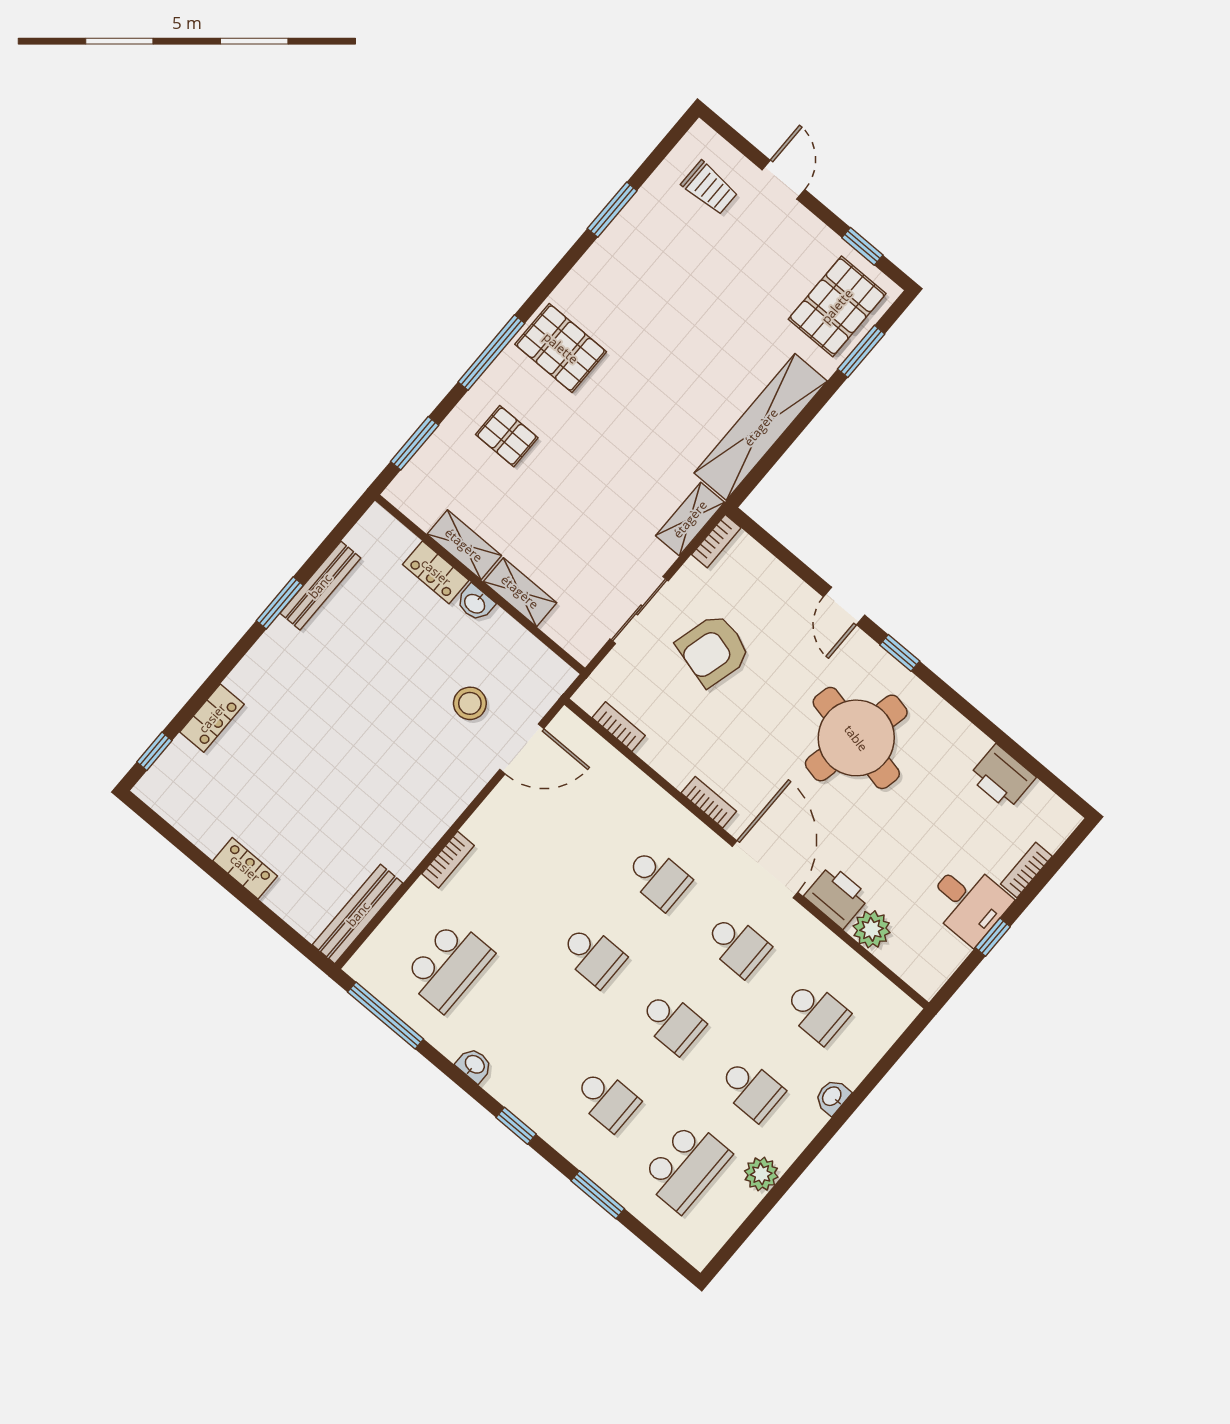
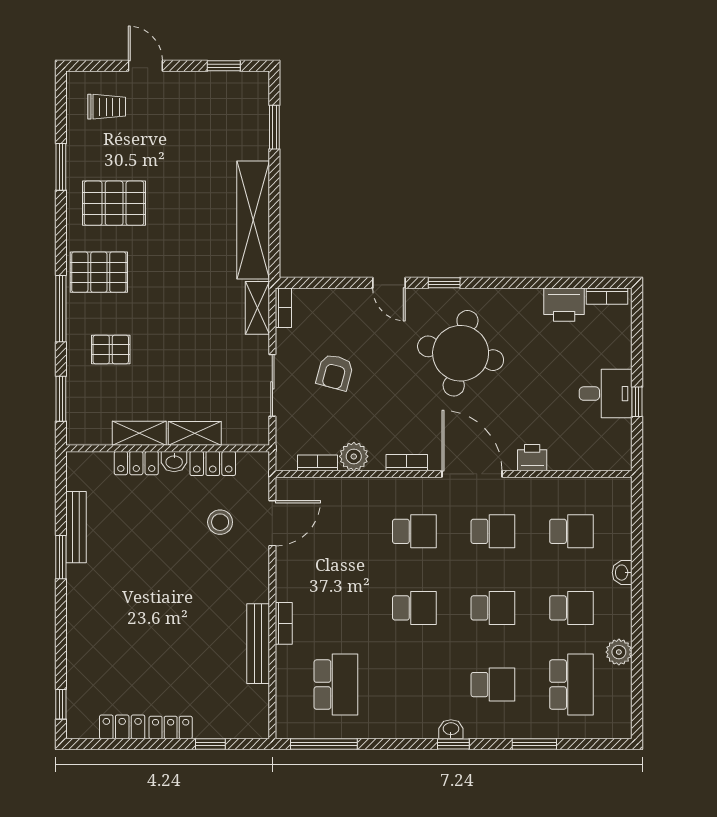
pallet: (837, 306) -> (114, 203), moved, turned 90
locker: (512, 638) -> (213, 464), added
armchair: (713, 650) -> (335, 372), width x0.72, depth x0.72
locker: (212, 718) -> (122, 727), moved, turned -90
bookcase: (1026, 870) -> (607, 296), moved, turned -90
printer: (837, 897) -> (532, 458), width x0.73, depth x0.81
bench: (358, 914) -> (258, 644), moved
window: (271, 919) -> (210, 744), added
plant: (872, 929) -> (354, 456), moved
washbasin: (474, 1065) -> (451, 729), moved

